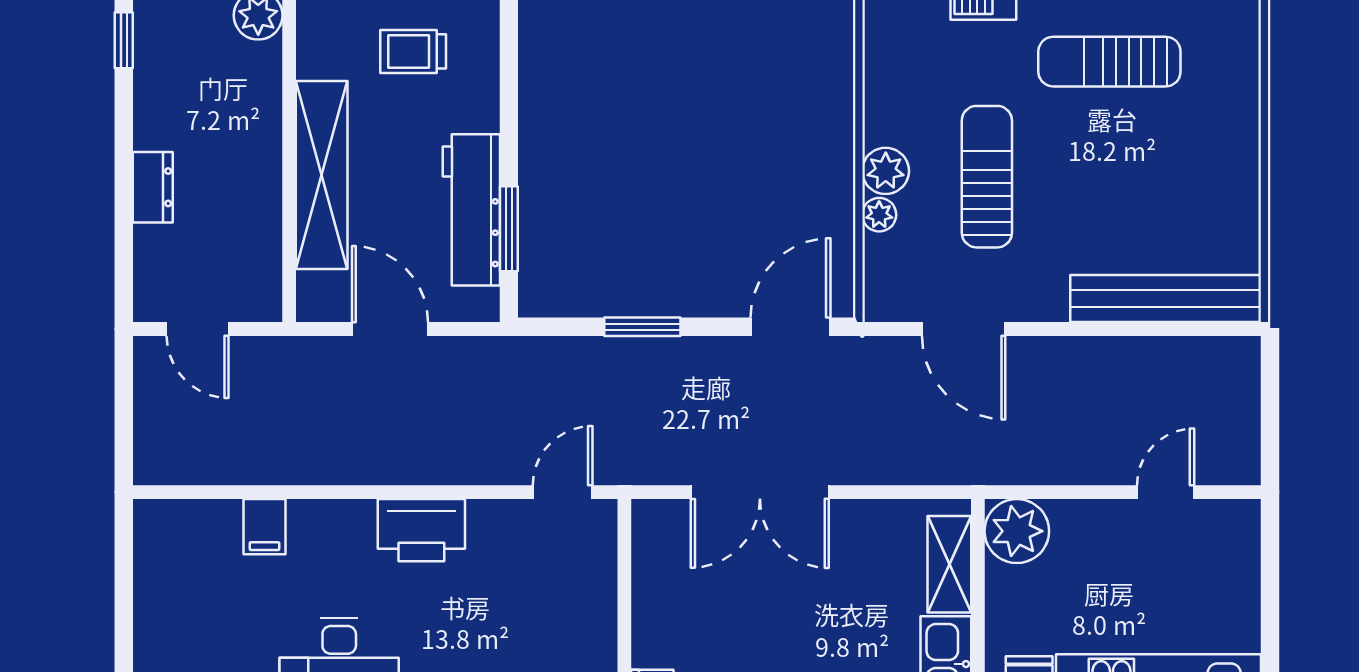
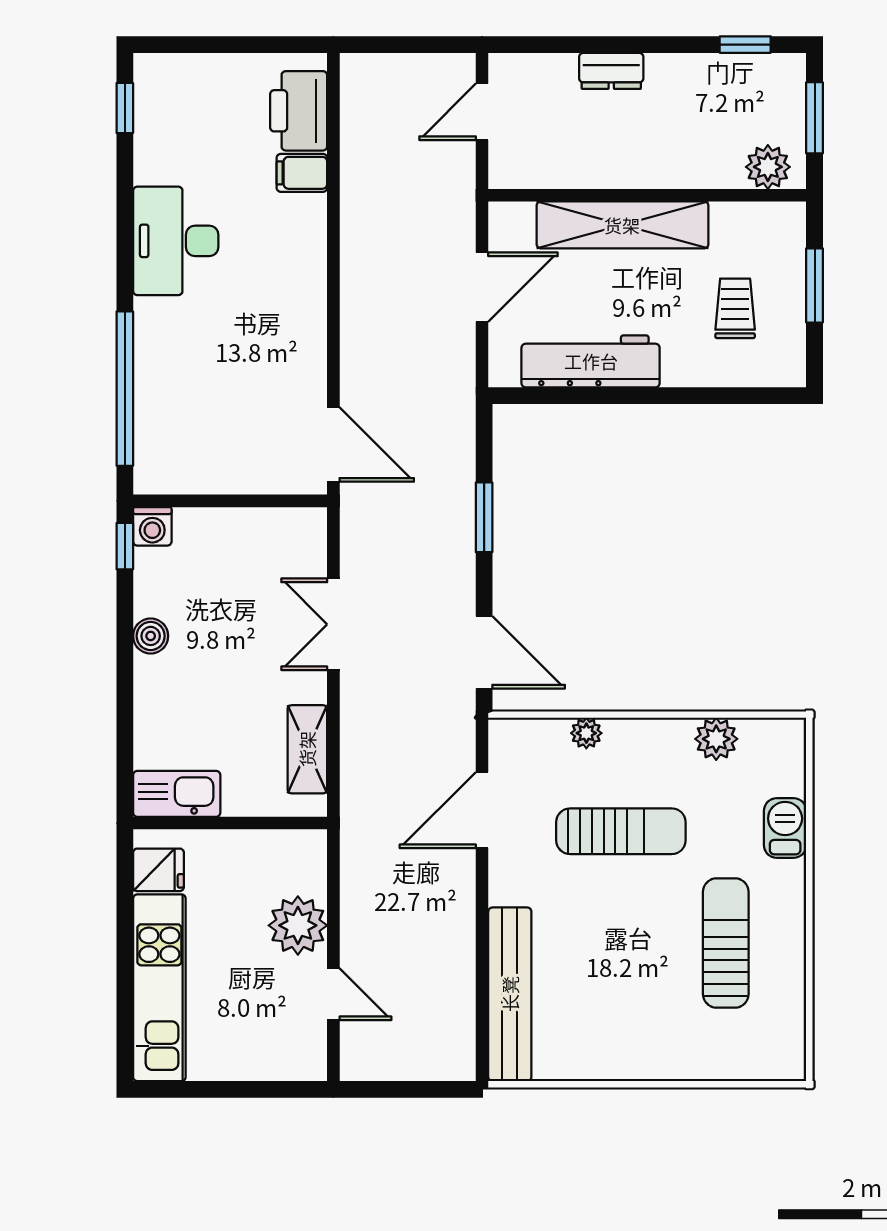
plant: (886, 171) -> (716, 739), moved
window: (509, 229) -> (574, 396), removed
door: (563, 492) -> (333, 445), width x1.38
double door: (760, 492) -> (333, 624), width x0.73
printer: (421, 530) -> (299, 111), moved
plant: (1017, 531) -> (298, 925), moved
shelving: (949, 564) -> (307, 749), moved, turned 90

